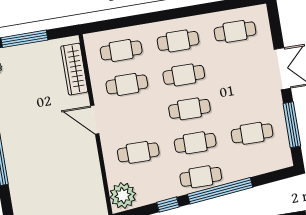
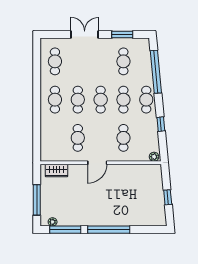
cafe table: (121, 50) -> (55, 138), removed
wardrobe: (74, 69) -> (56, 171), width x0.67
window: (292, 125) -> (122, 34), width x0.69
window: (220, 191) -> (156, 72), moved
plant: (123, 196) -> (154, 157), width x0.53, depth x0.53

